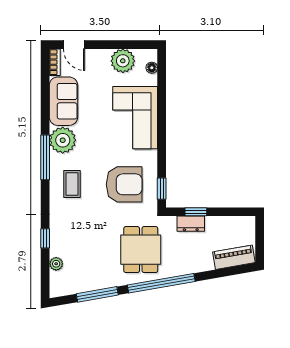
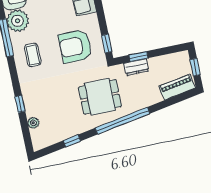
armchair: (124, 184) -> (75, 46), turned 180
window: (260, 238) -> (195, 67), added
dining table: (141, 250) -> (100, 97), turned 90
window: (97, 294) -> (72, 141), width x0.46

